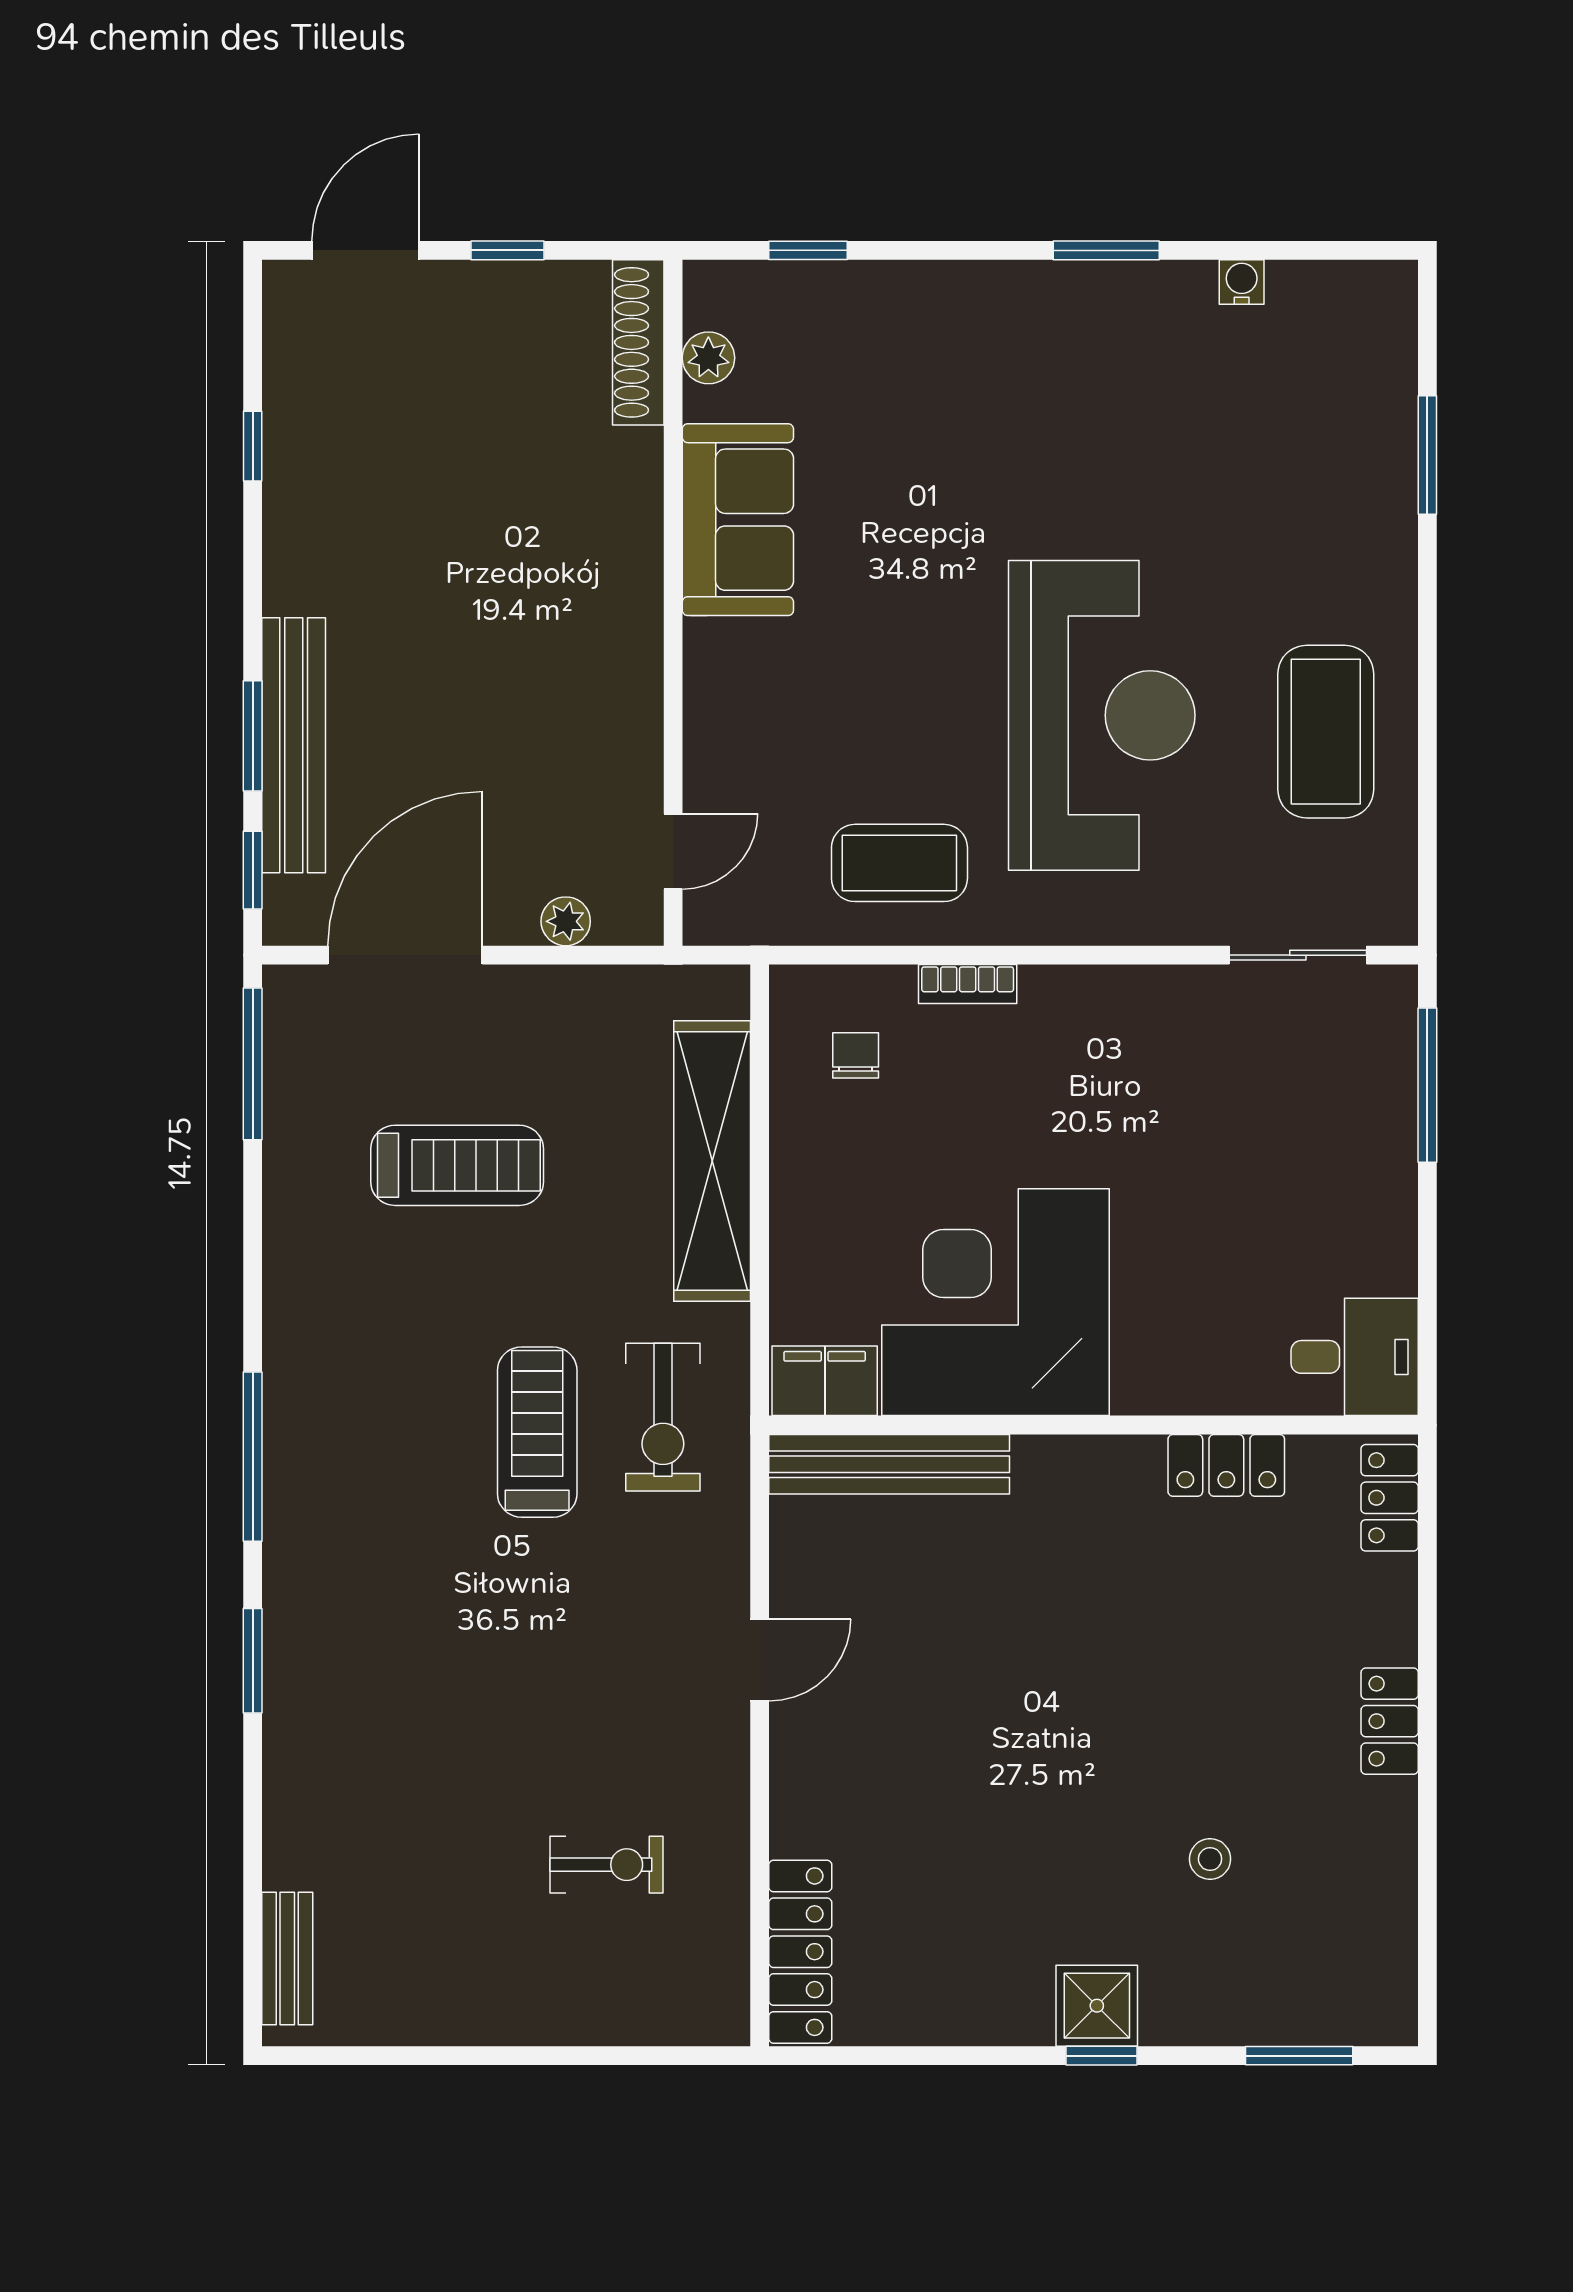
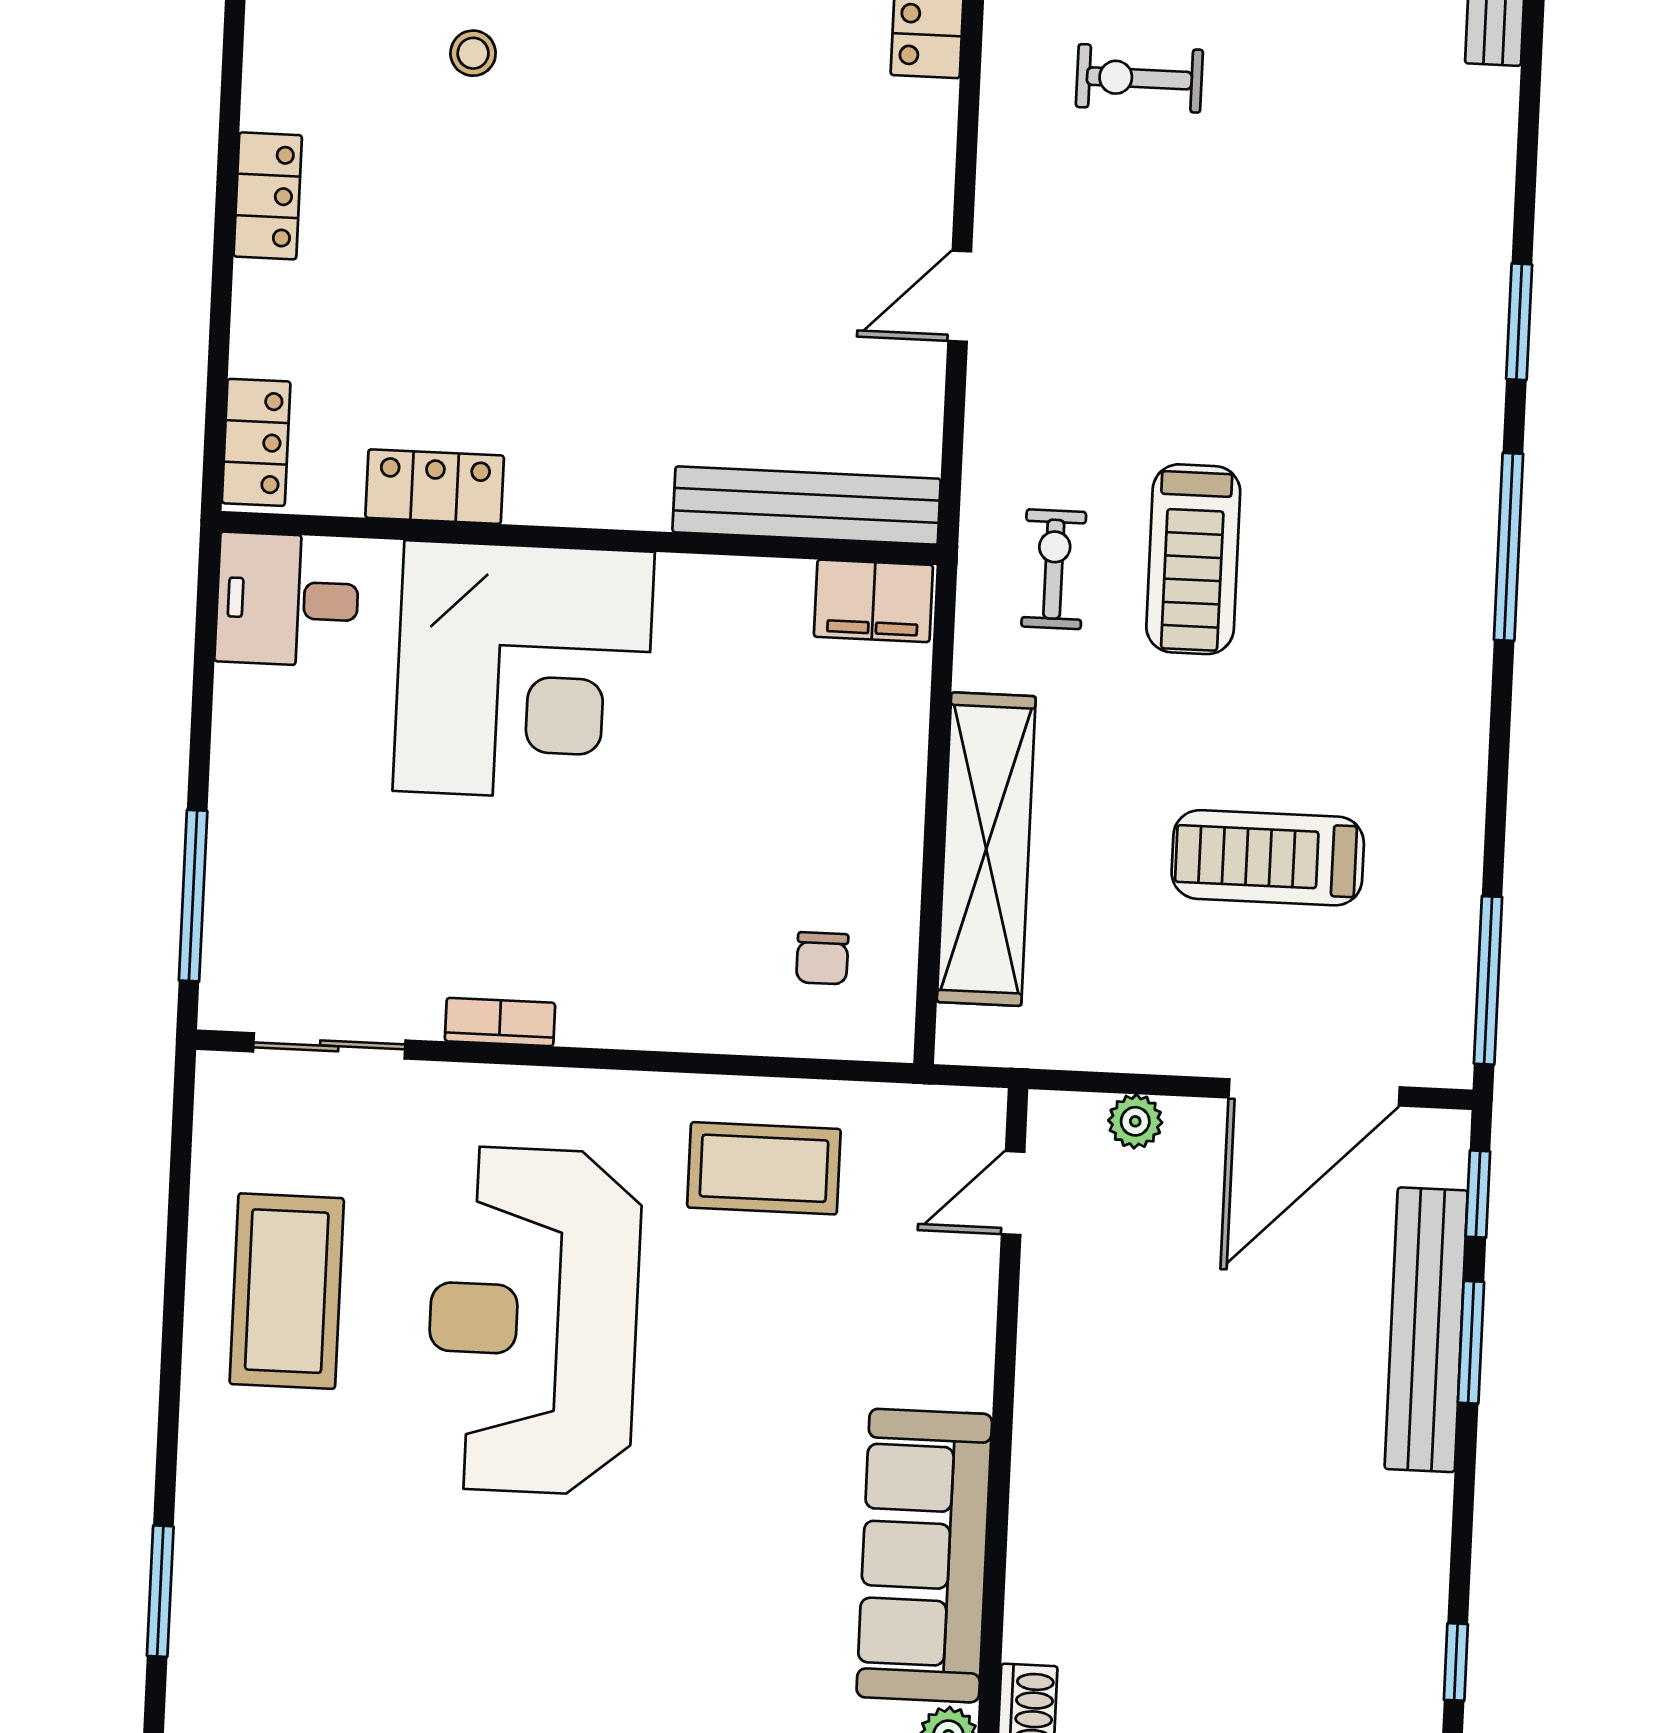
sofa: (738, 520) -> (924, 1556), width x1.36
bookcase: (968, 984) -> (500, 1022), moved
corner desk: (996, 1302) -> (524, 671), moved
exercise bike: (663, 1417) -> (1054, 569), width x0.73, depth x0.72

